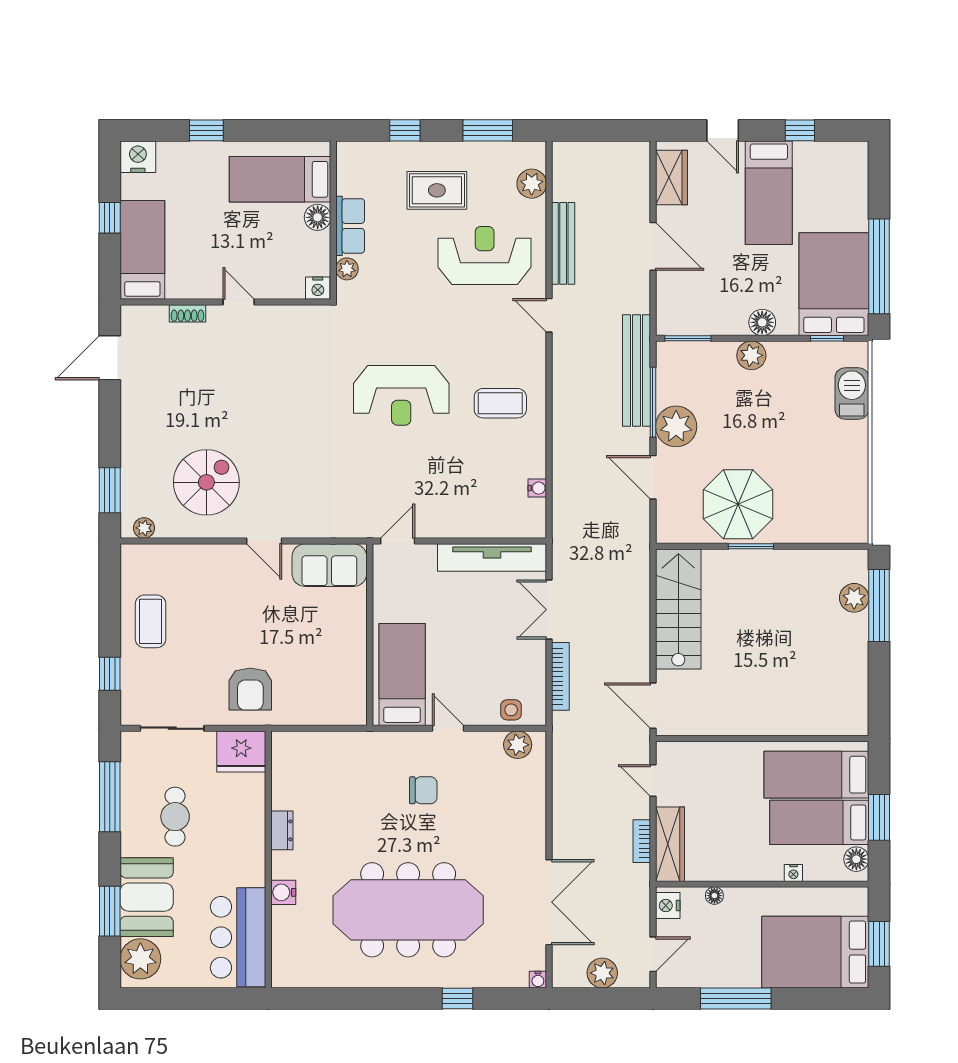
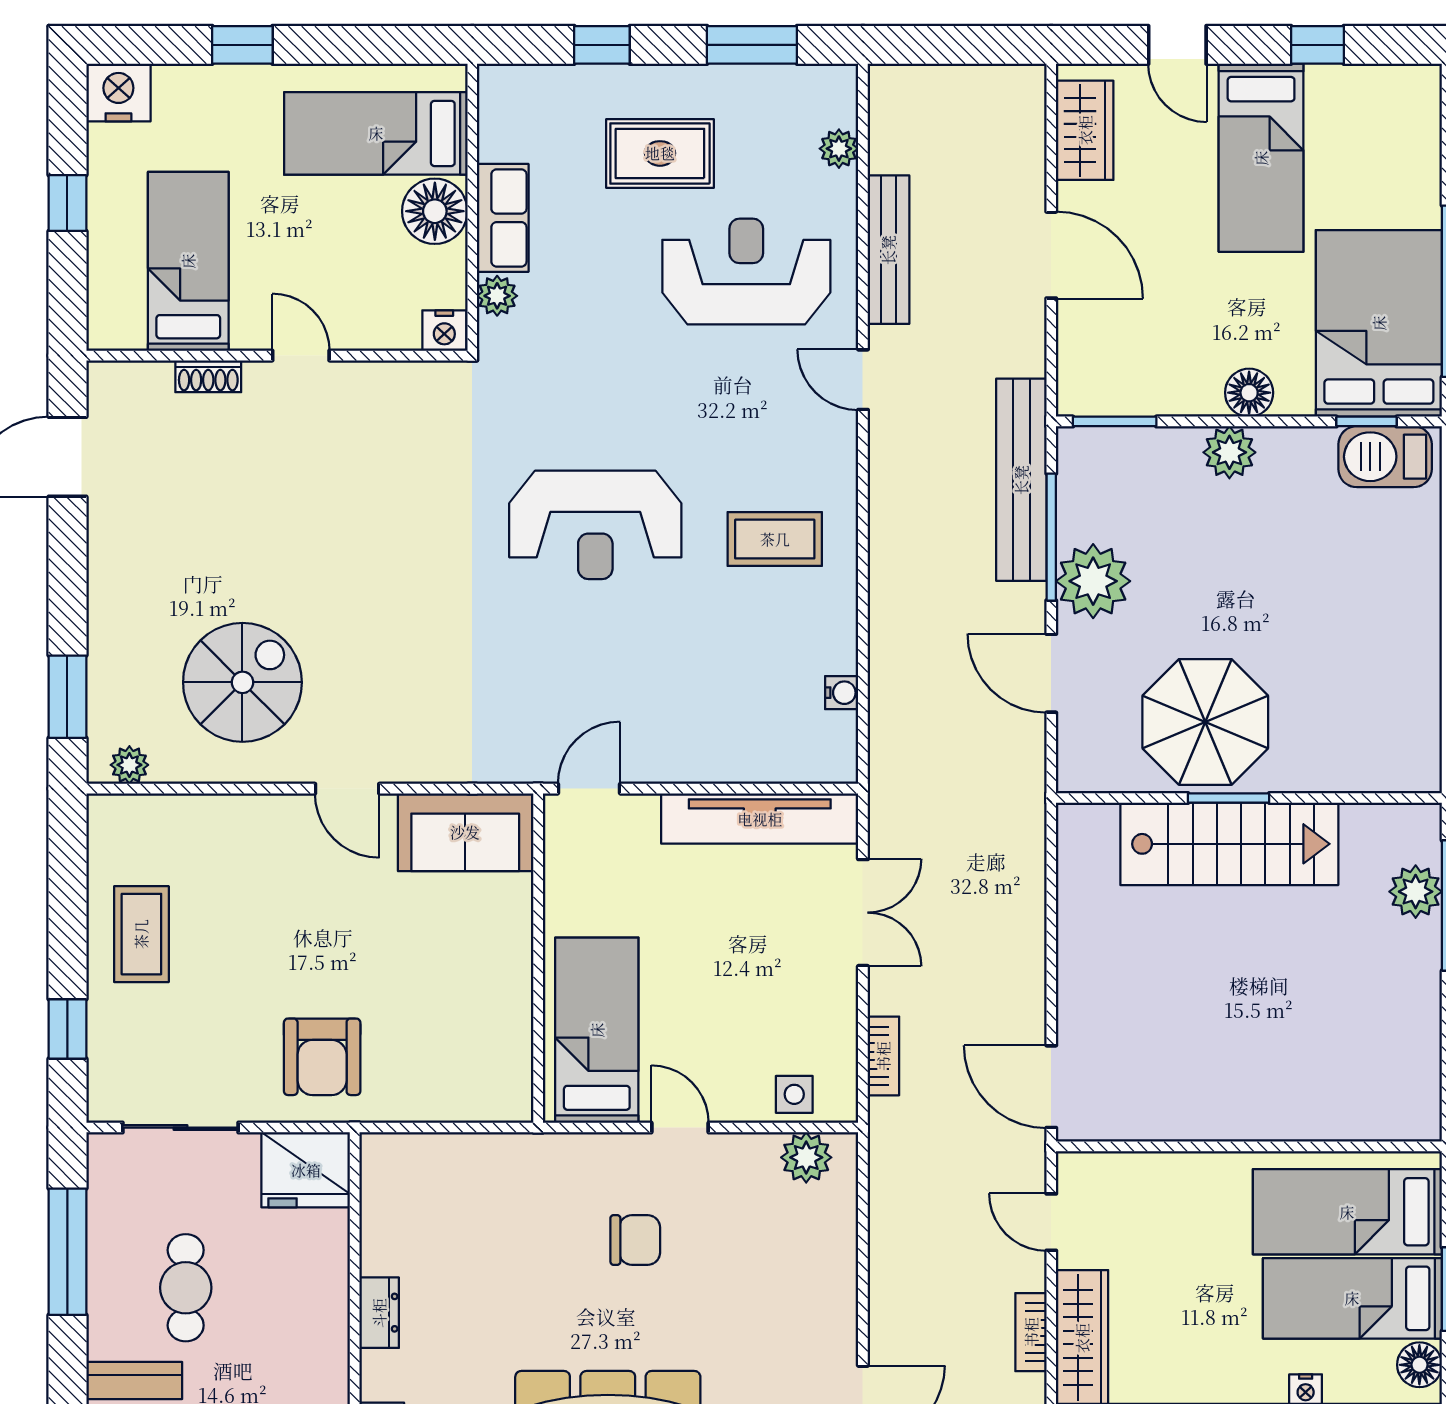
plant: (532, 184) -> (839, 149), width x0.73, depth x0.73
floor lamp: (318, 217) -> (435, 211), width x1.38, depth x1.38
bed: (142, 250) -> (188, 261), moved
barbecue: (852, 393) -> (1385, 457), moved, turned -90
stairs: (678, 609) -> (1229, 844), moved, turned 90
double door: (549, 610) -> (863, 913), swing flipped
bookcase: (560, 676) -> (883, 1056), width x0.64

